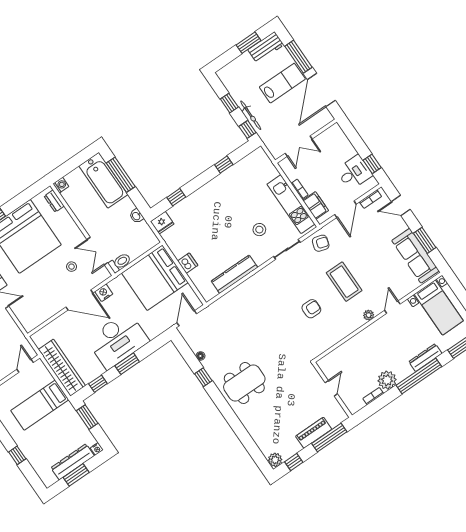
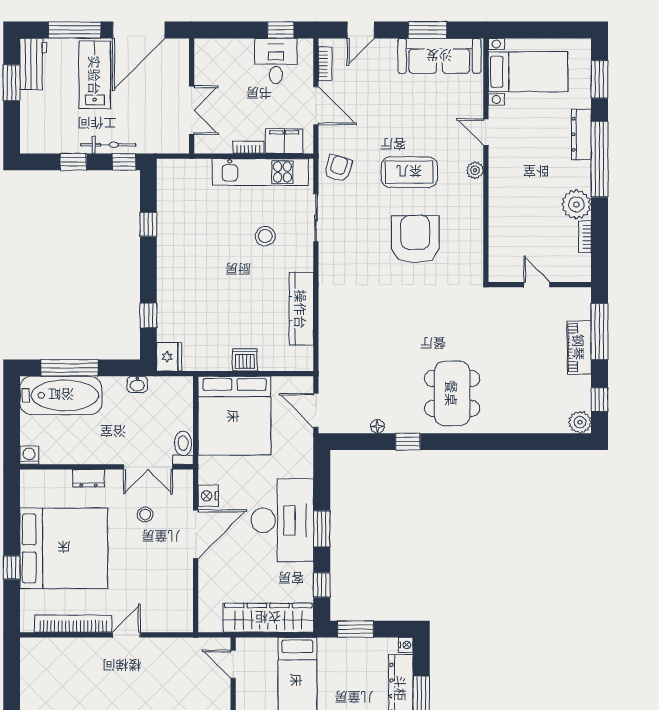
door: (321, 90) -> (139, 30), hinge flipped
dresser: (54, 201) -> (88, 478), moved
armchair: (311, 309) -> (415, 239), width x1.88, depth x1.88

